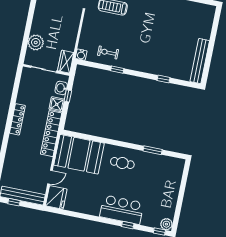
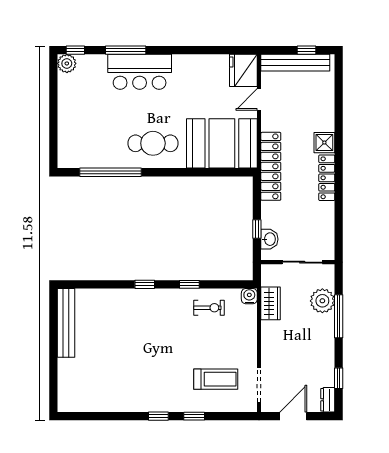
window: (27, 31) -> (339, 316), added
wardrobe: (66, 62) -> (271, 303), moved
window: (163, 79) -> (145, 284), moved
shower: (57, 104) -> (324, 143), moved
window: (153, 150) -> (111, 172), width x2.11
cafe table: (122, 163) -> (153, 143), width x1.37, depth x1.35
window: (128, 225) -> (126, 50), width x2.17

